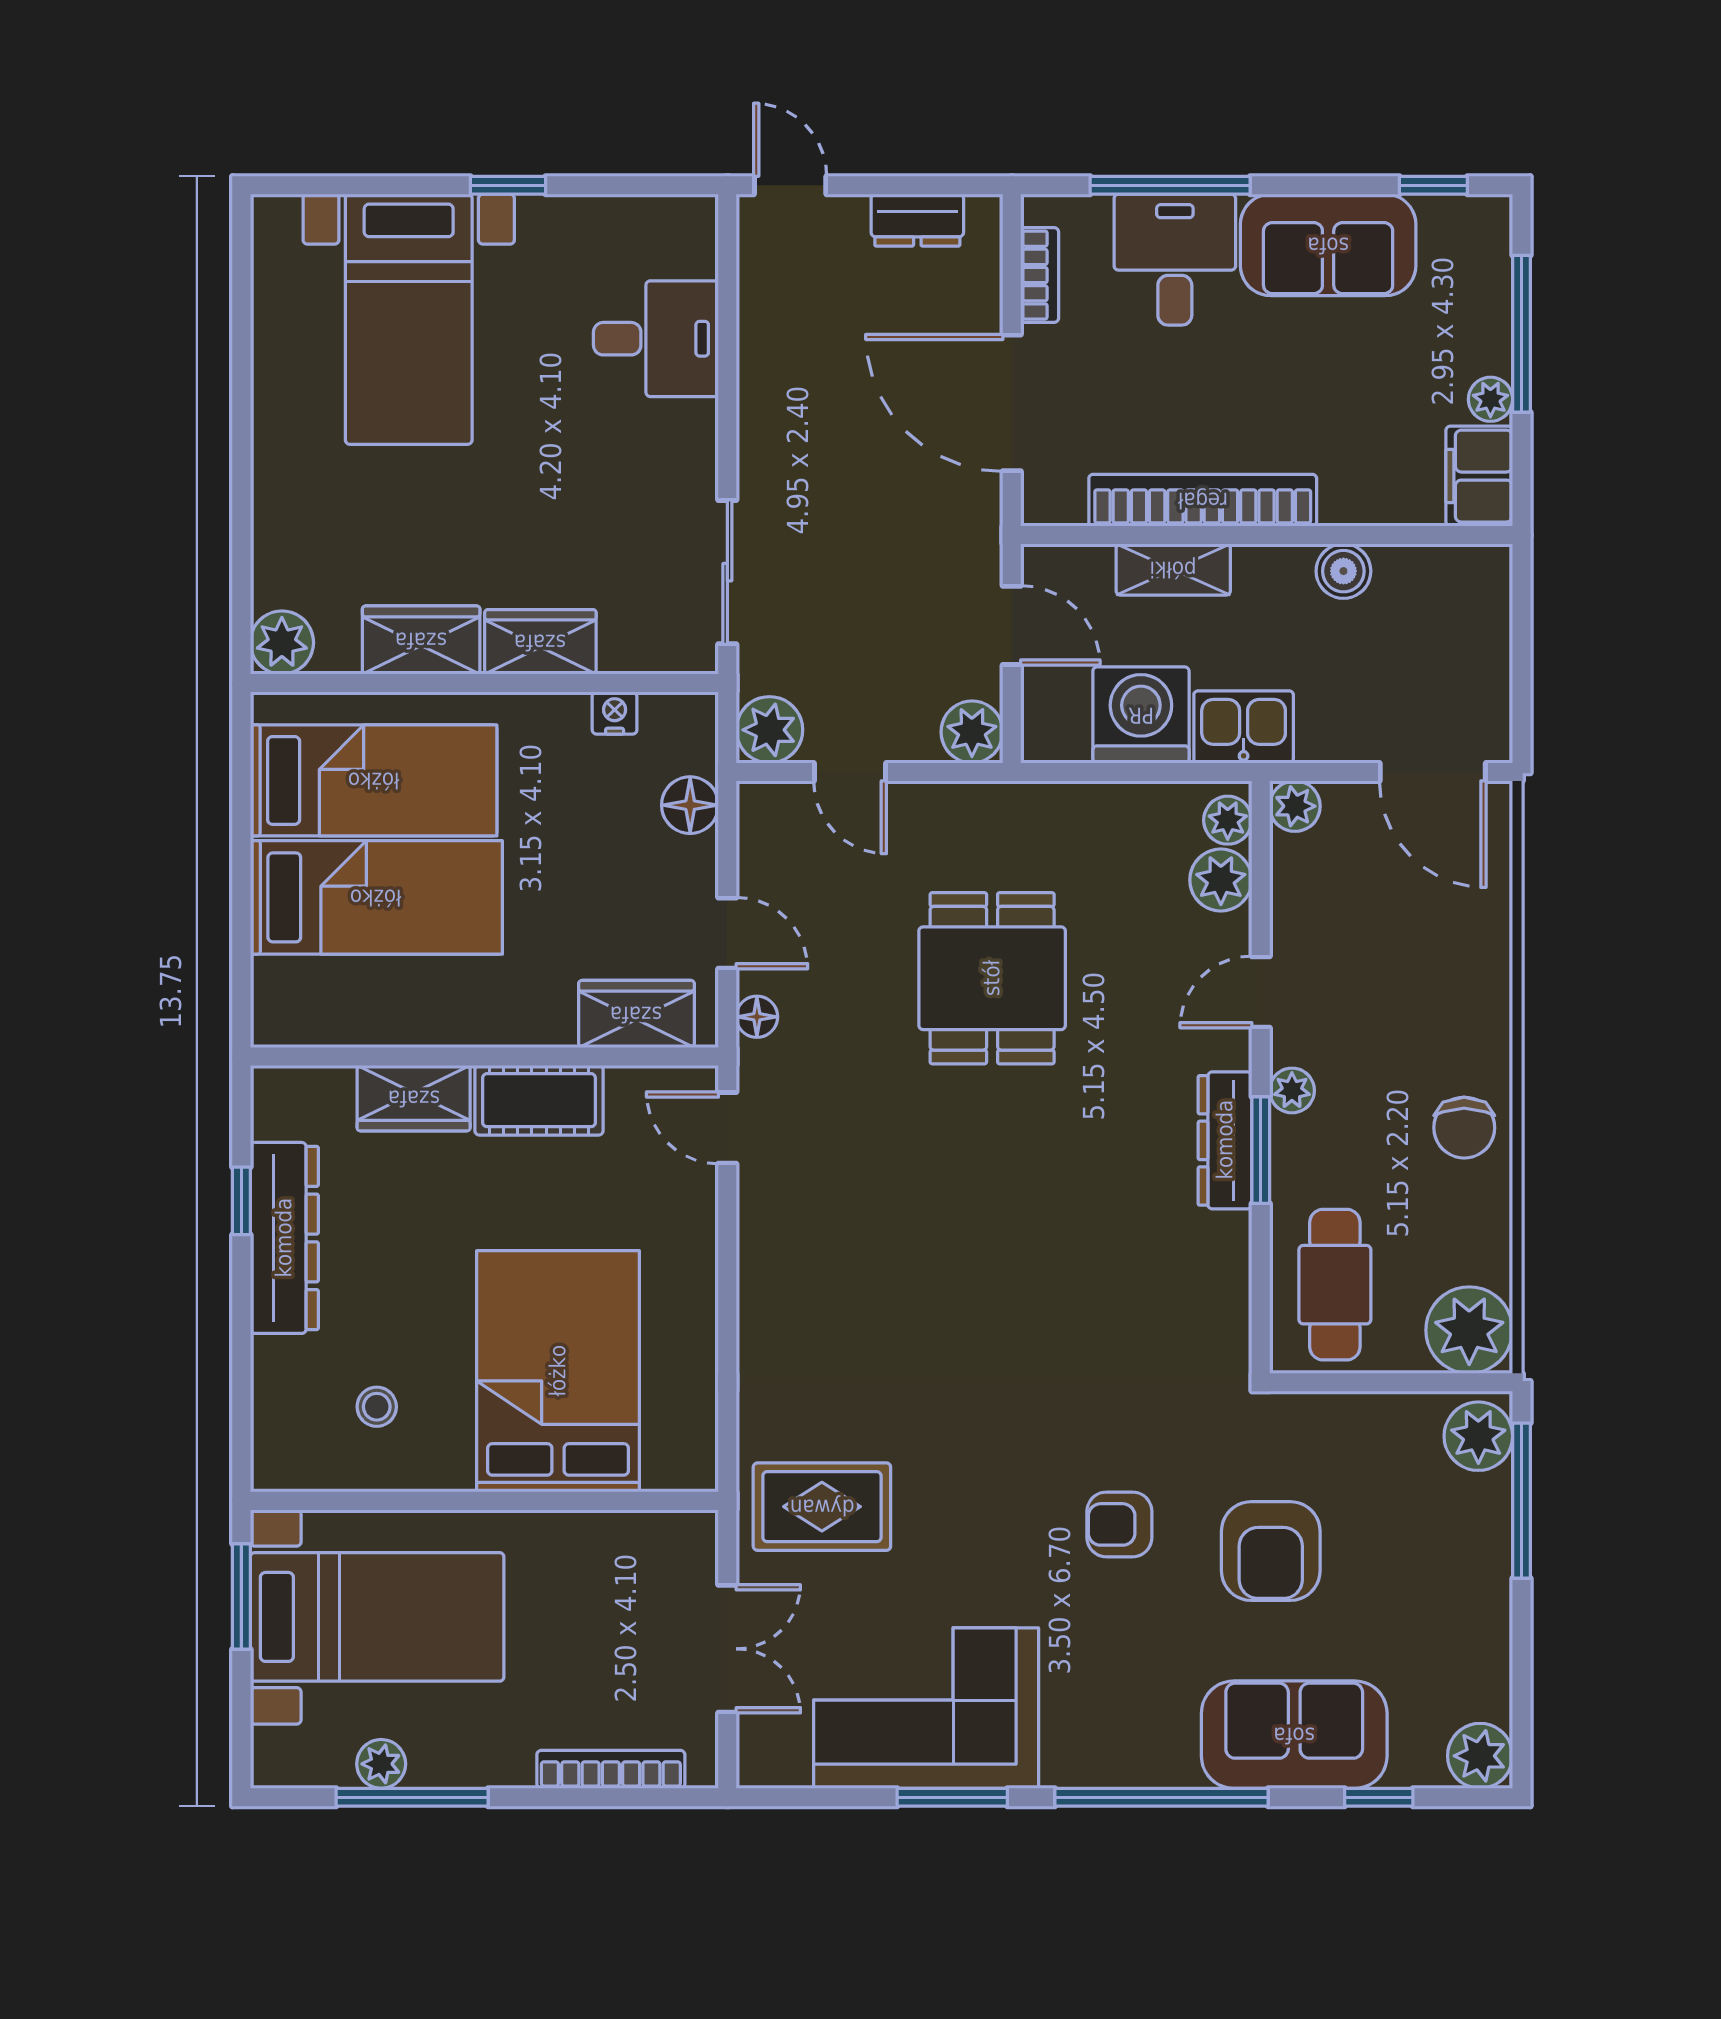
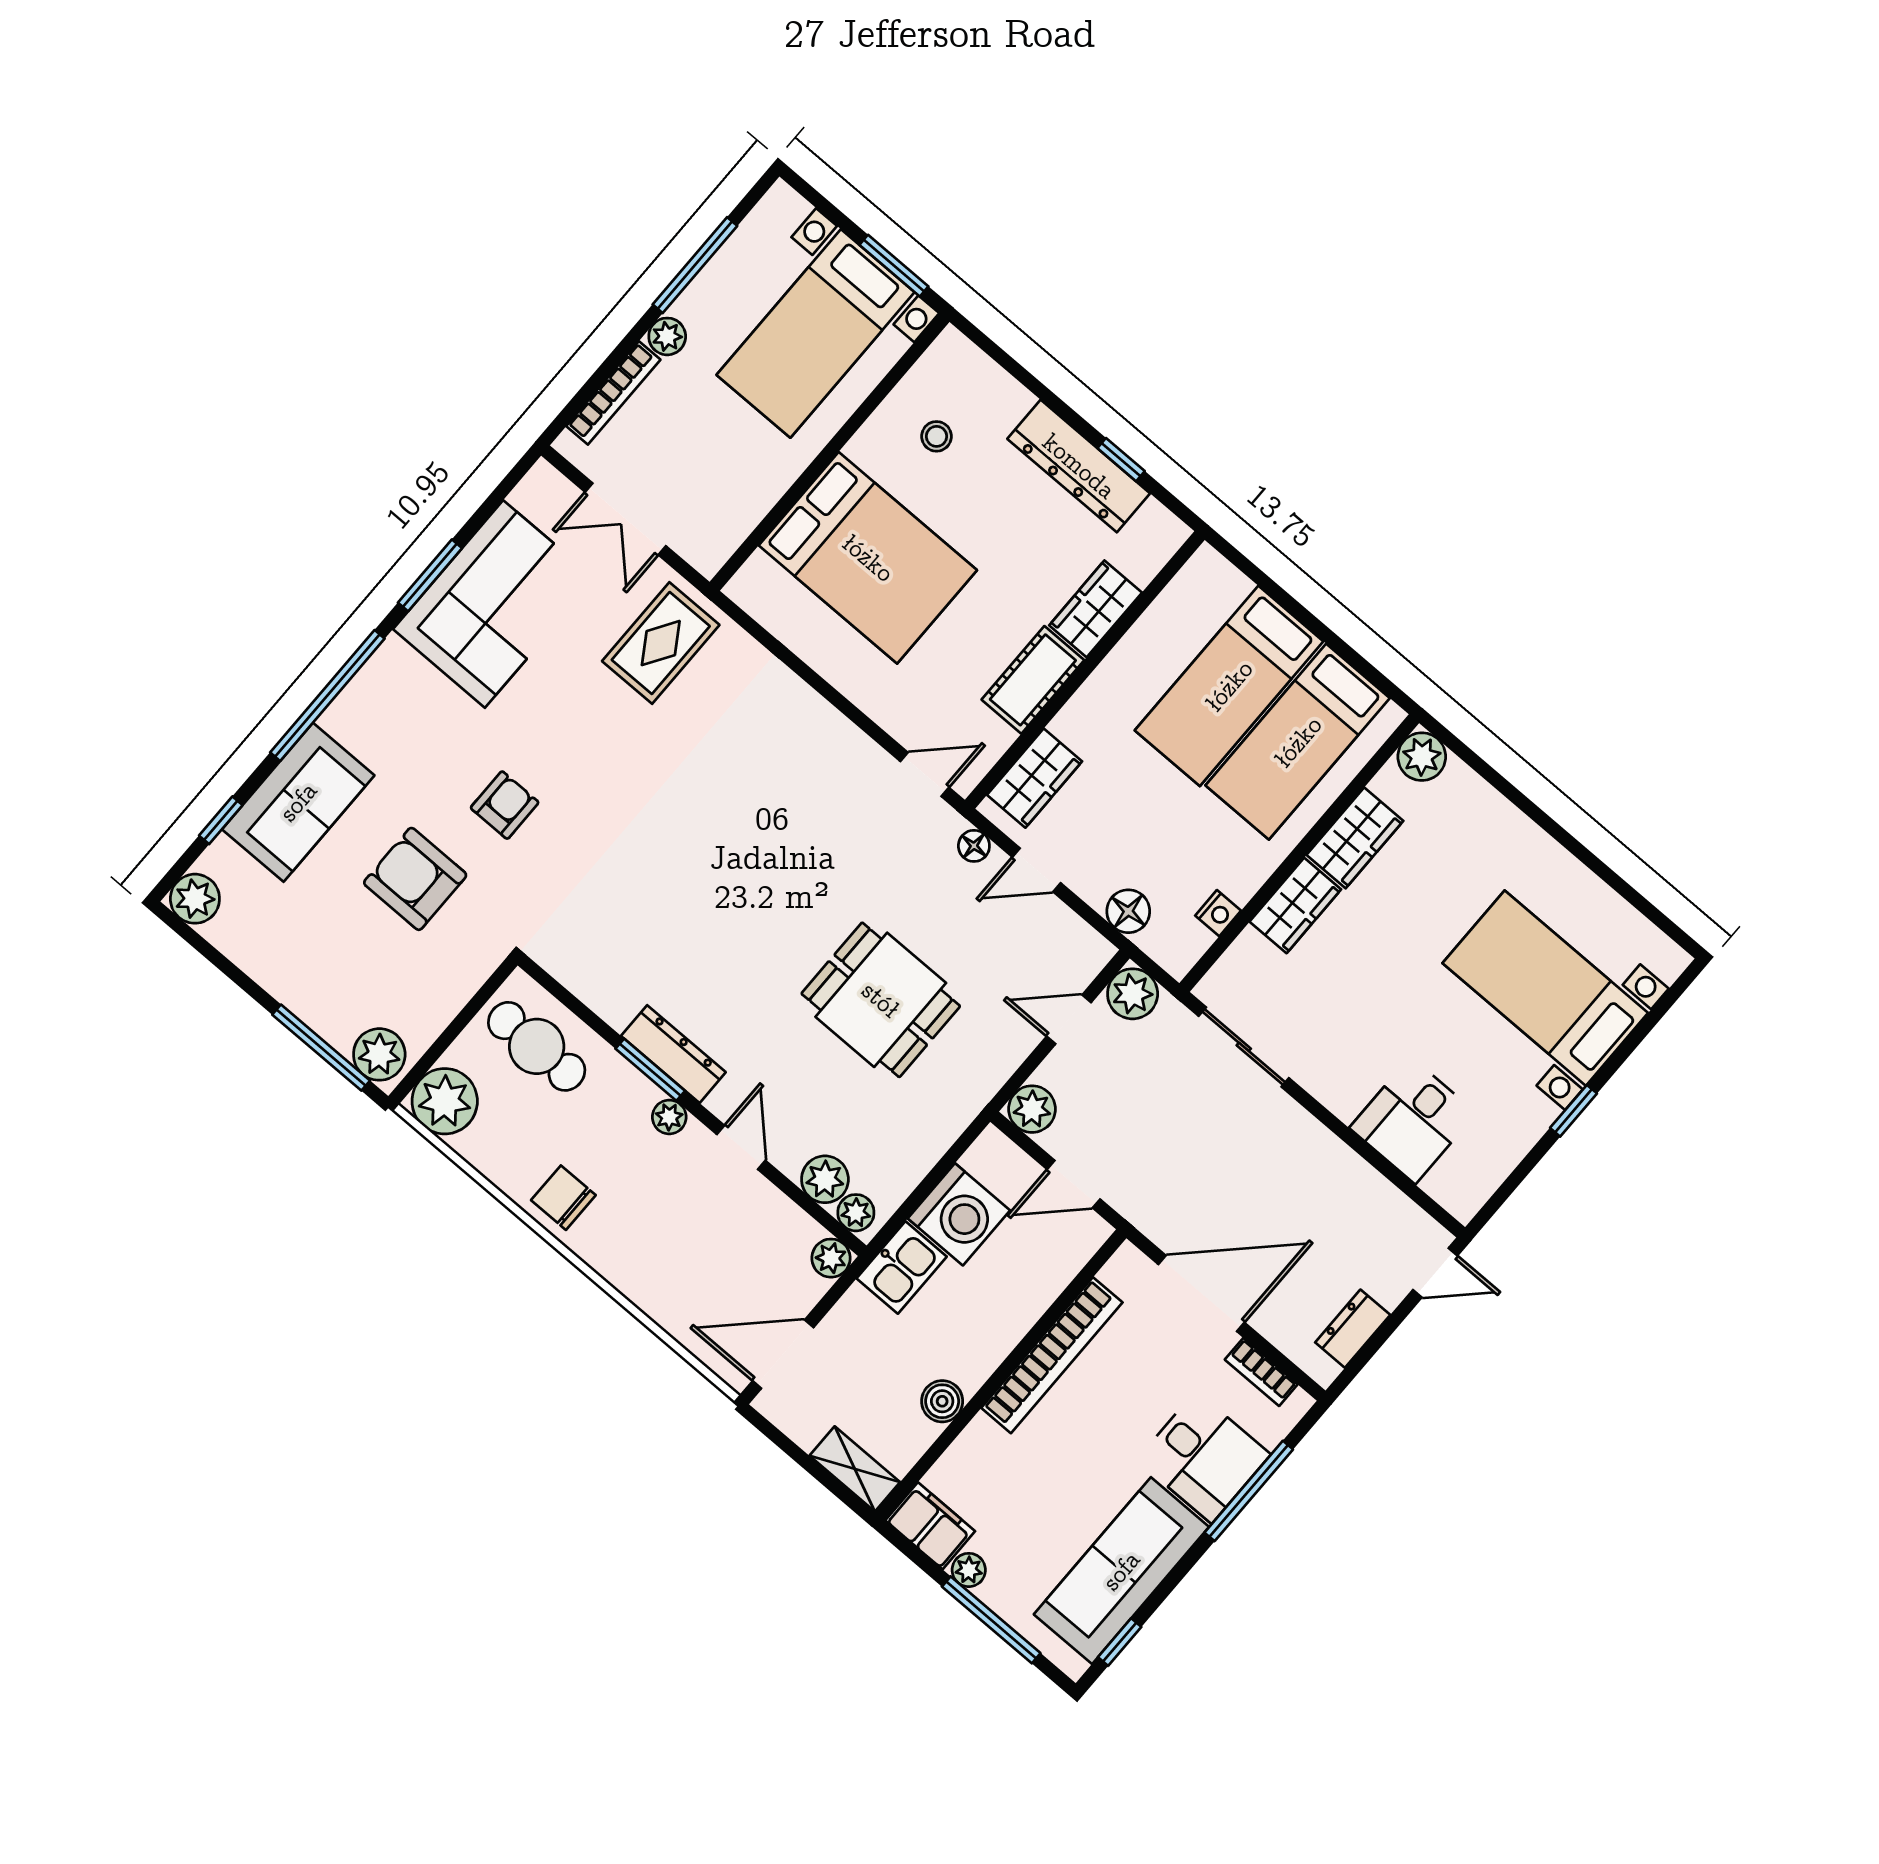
sofa: (1328, 245) -> (1121, 1571), width x1.36
shelving: (1173, 569) -> (855, 1469), moved, turned 90
plant: (381, 1764) -> (667, 336), moved

